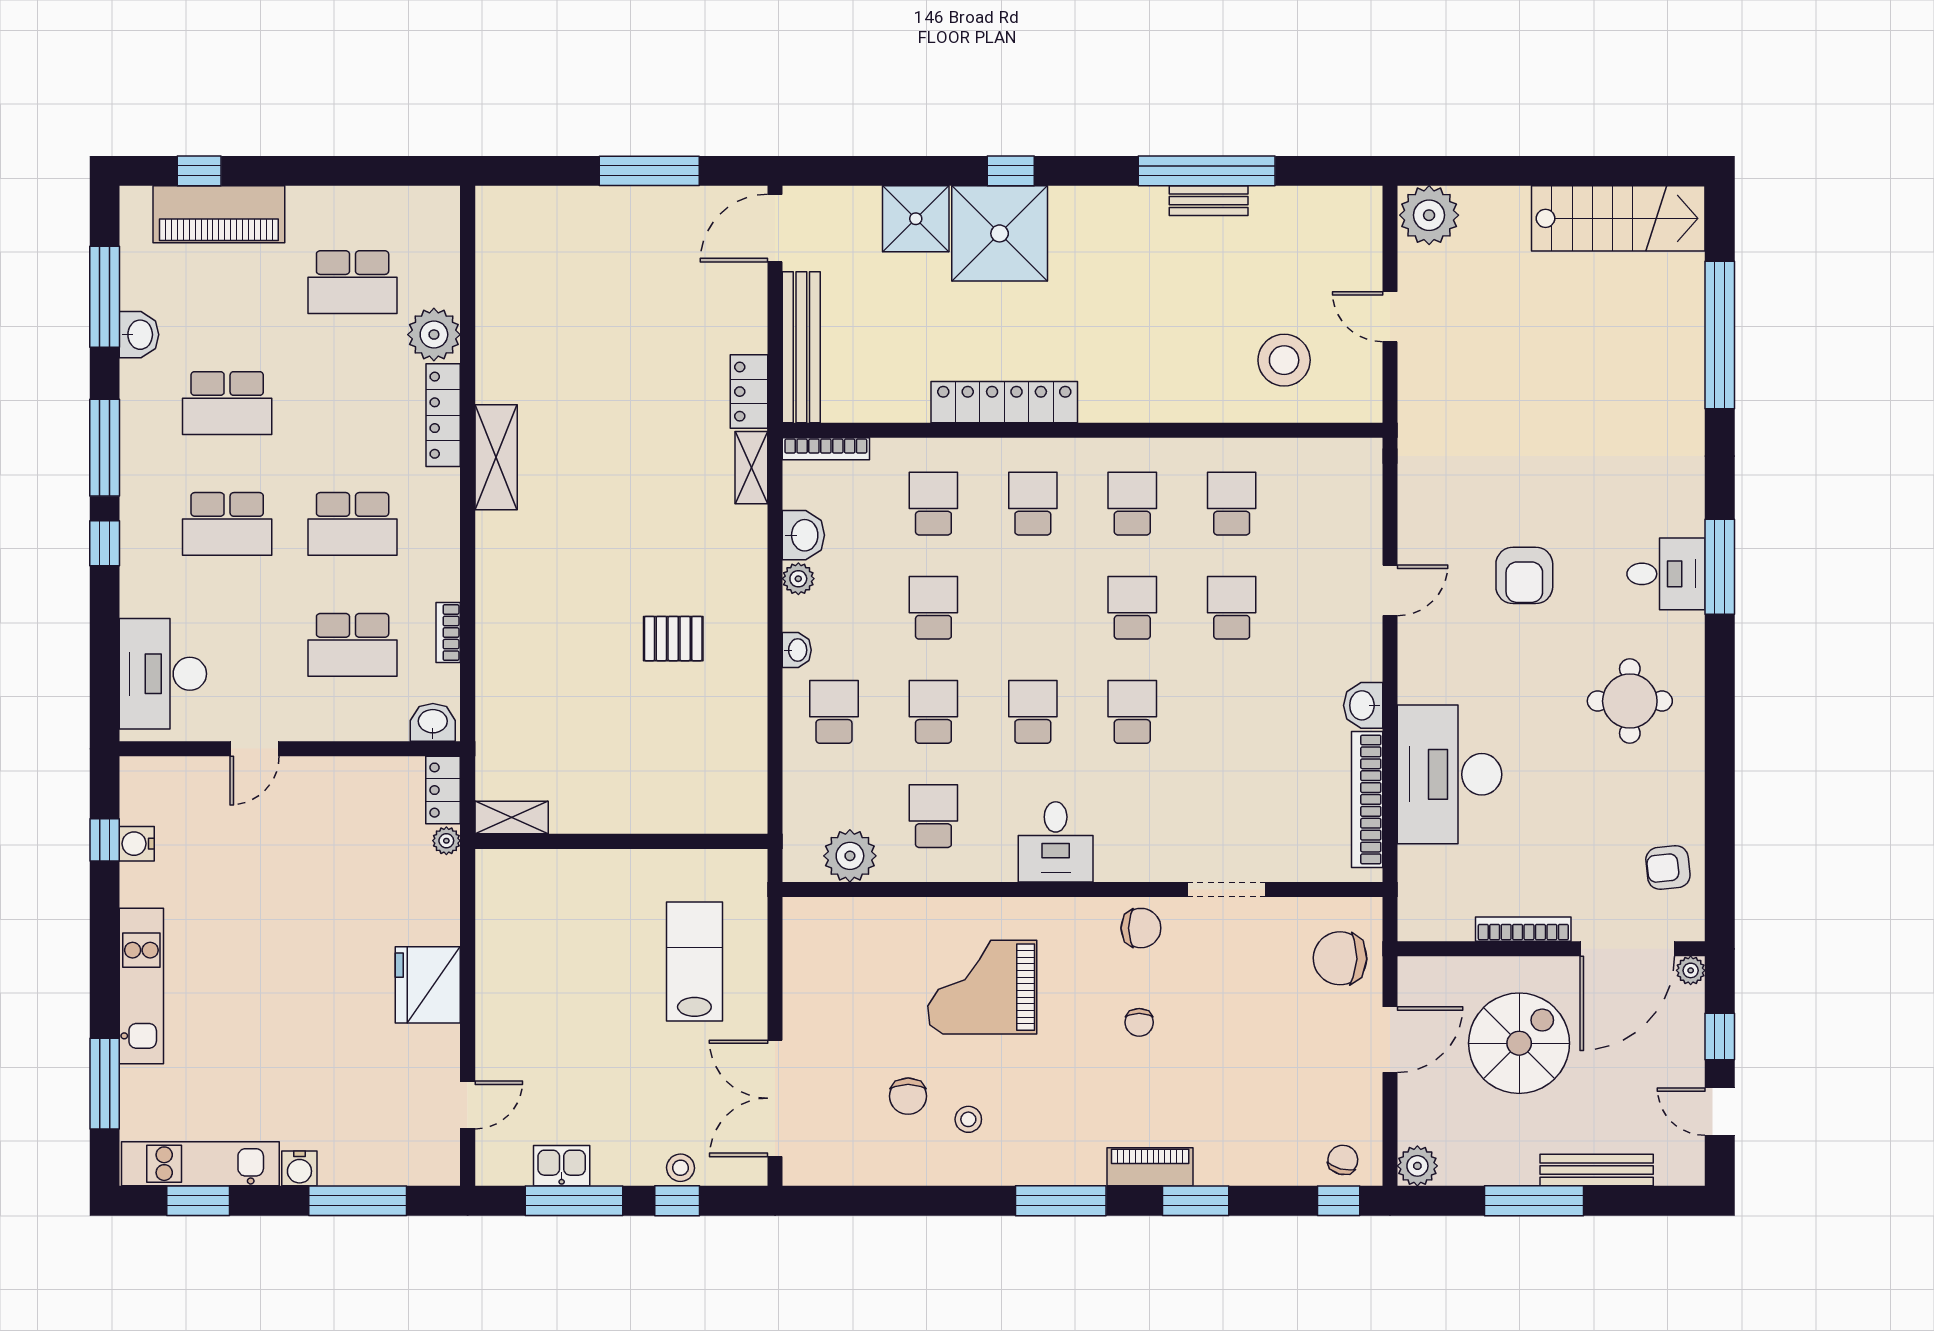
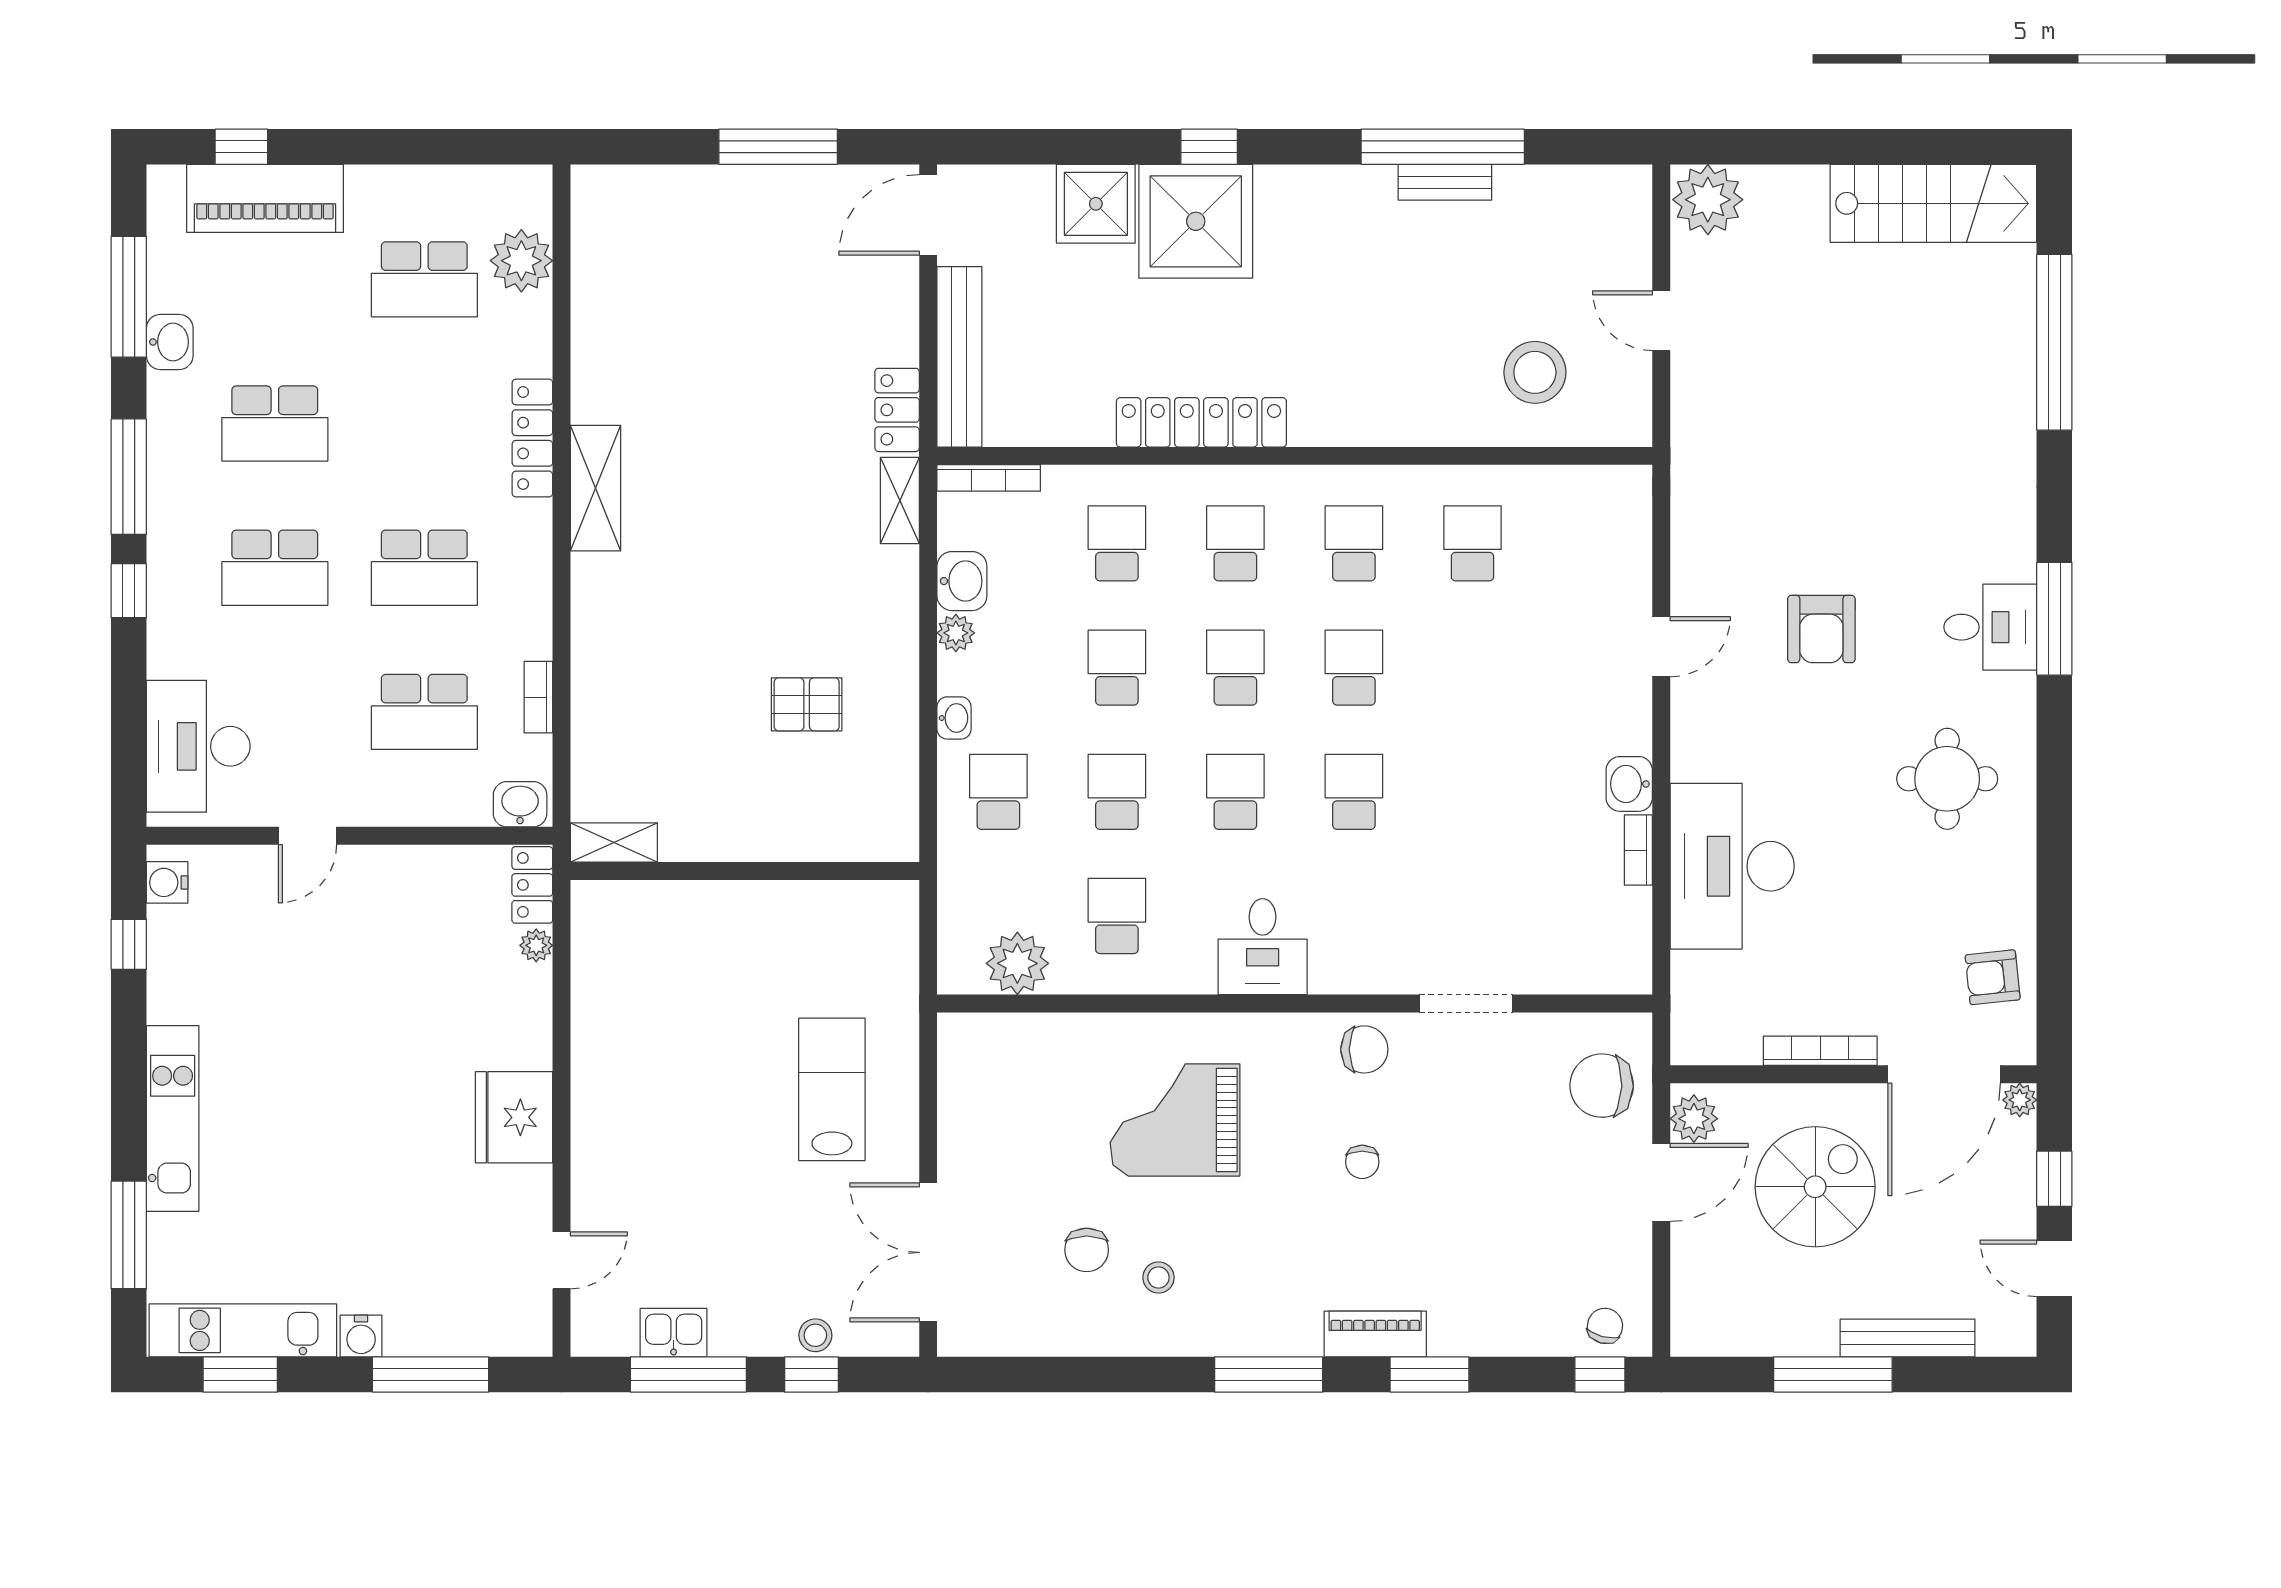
plant: (434, 335) -> (521, 261), moved
school desk: (1232, 608) -> (1235, 668), moved
bookcase: (1367, 799) -> (1638, 850), width x0.43, depth x0.76
shelving: (512, 818) -> (614, 843), moved
wall: (621, 841) -> (745, 871), moved
water cooler: (137, 844) -> (167, 882), moved
plant: (1417, 1166) -> (1694, 1119), moved

